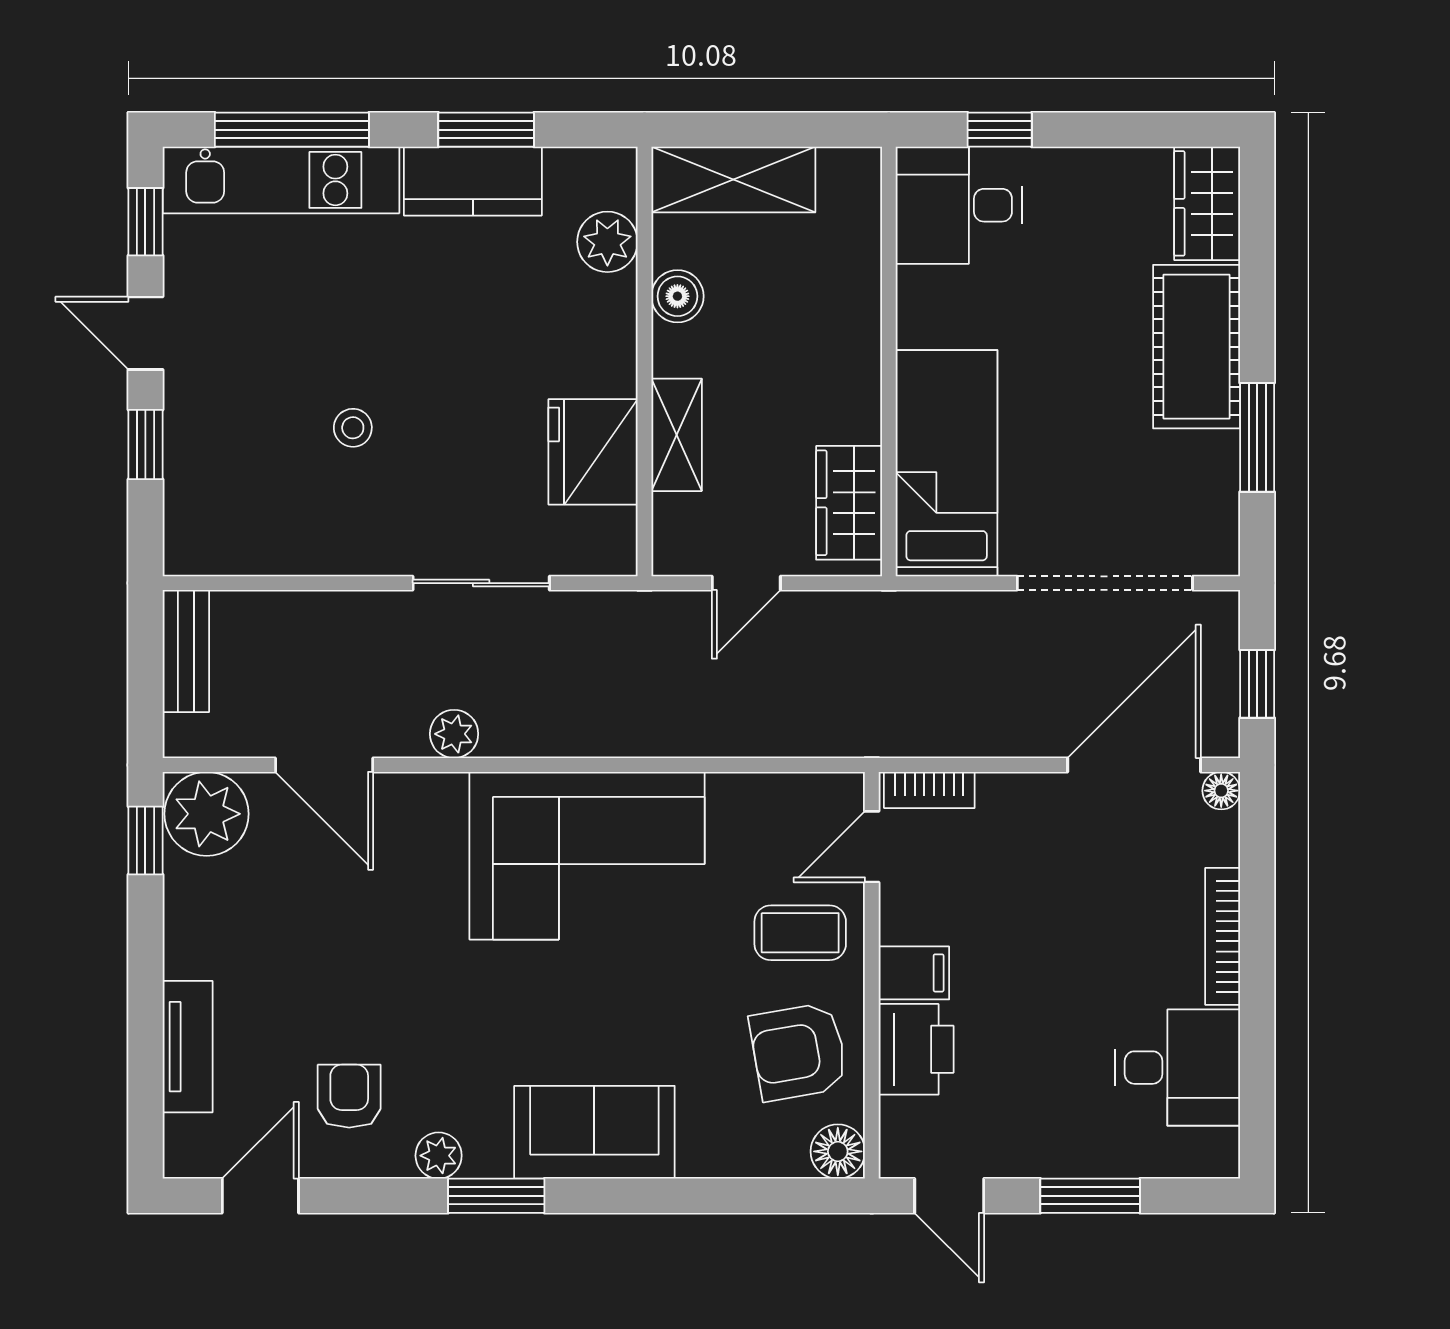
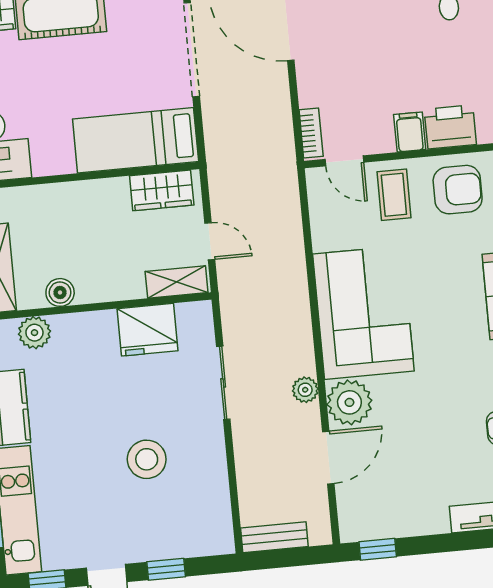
stool: (353, 428) -> (147, 459), width x1.89, depth x1.89
shelving: (677, 435) -> (177, 282), moved
plant: (207, 814) -> (349, 402), moved
armchair: (799, 1052) -> (458, 190), turned -80

